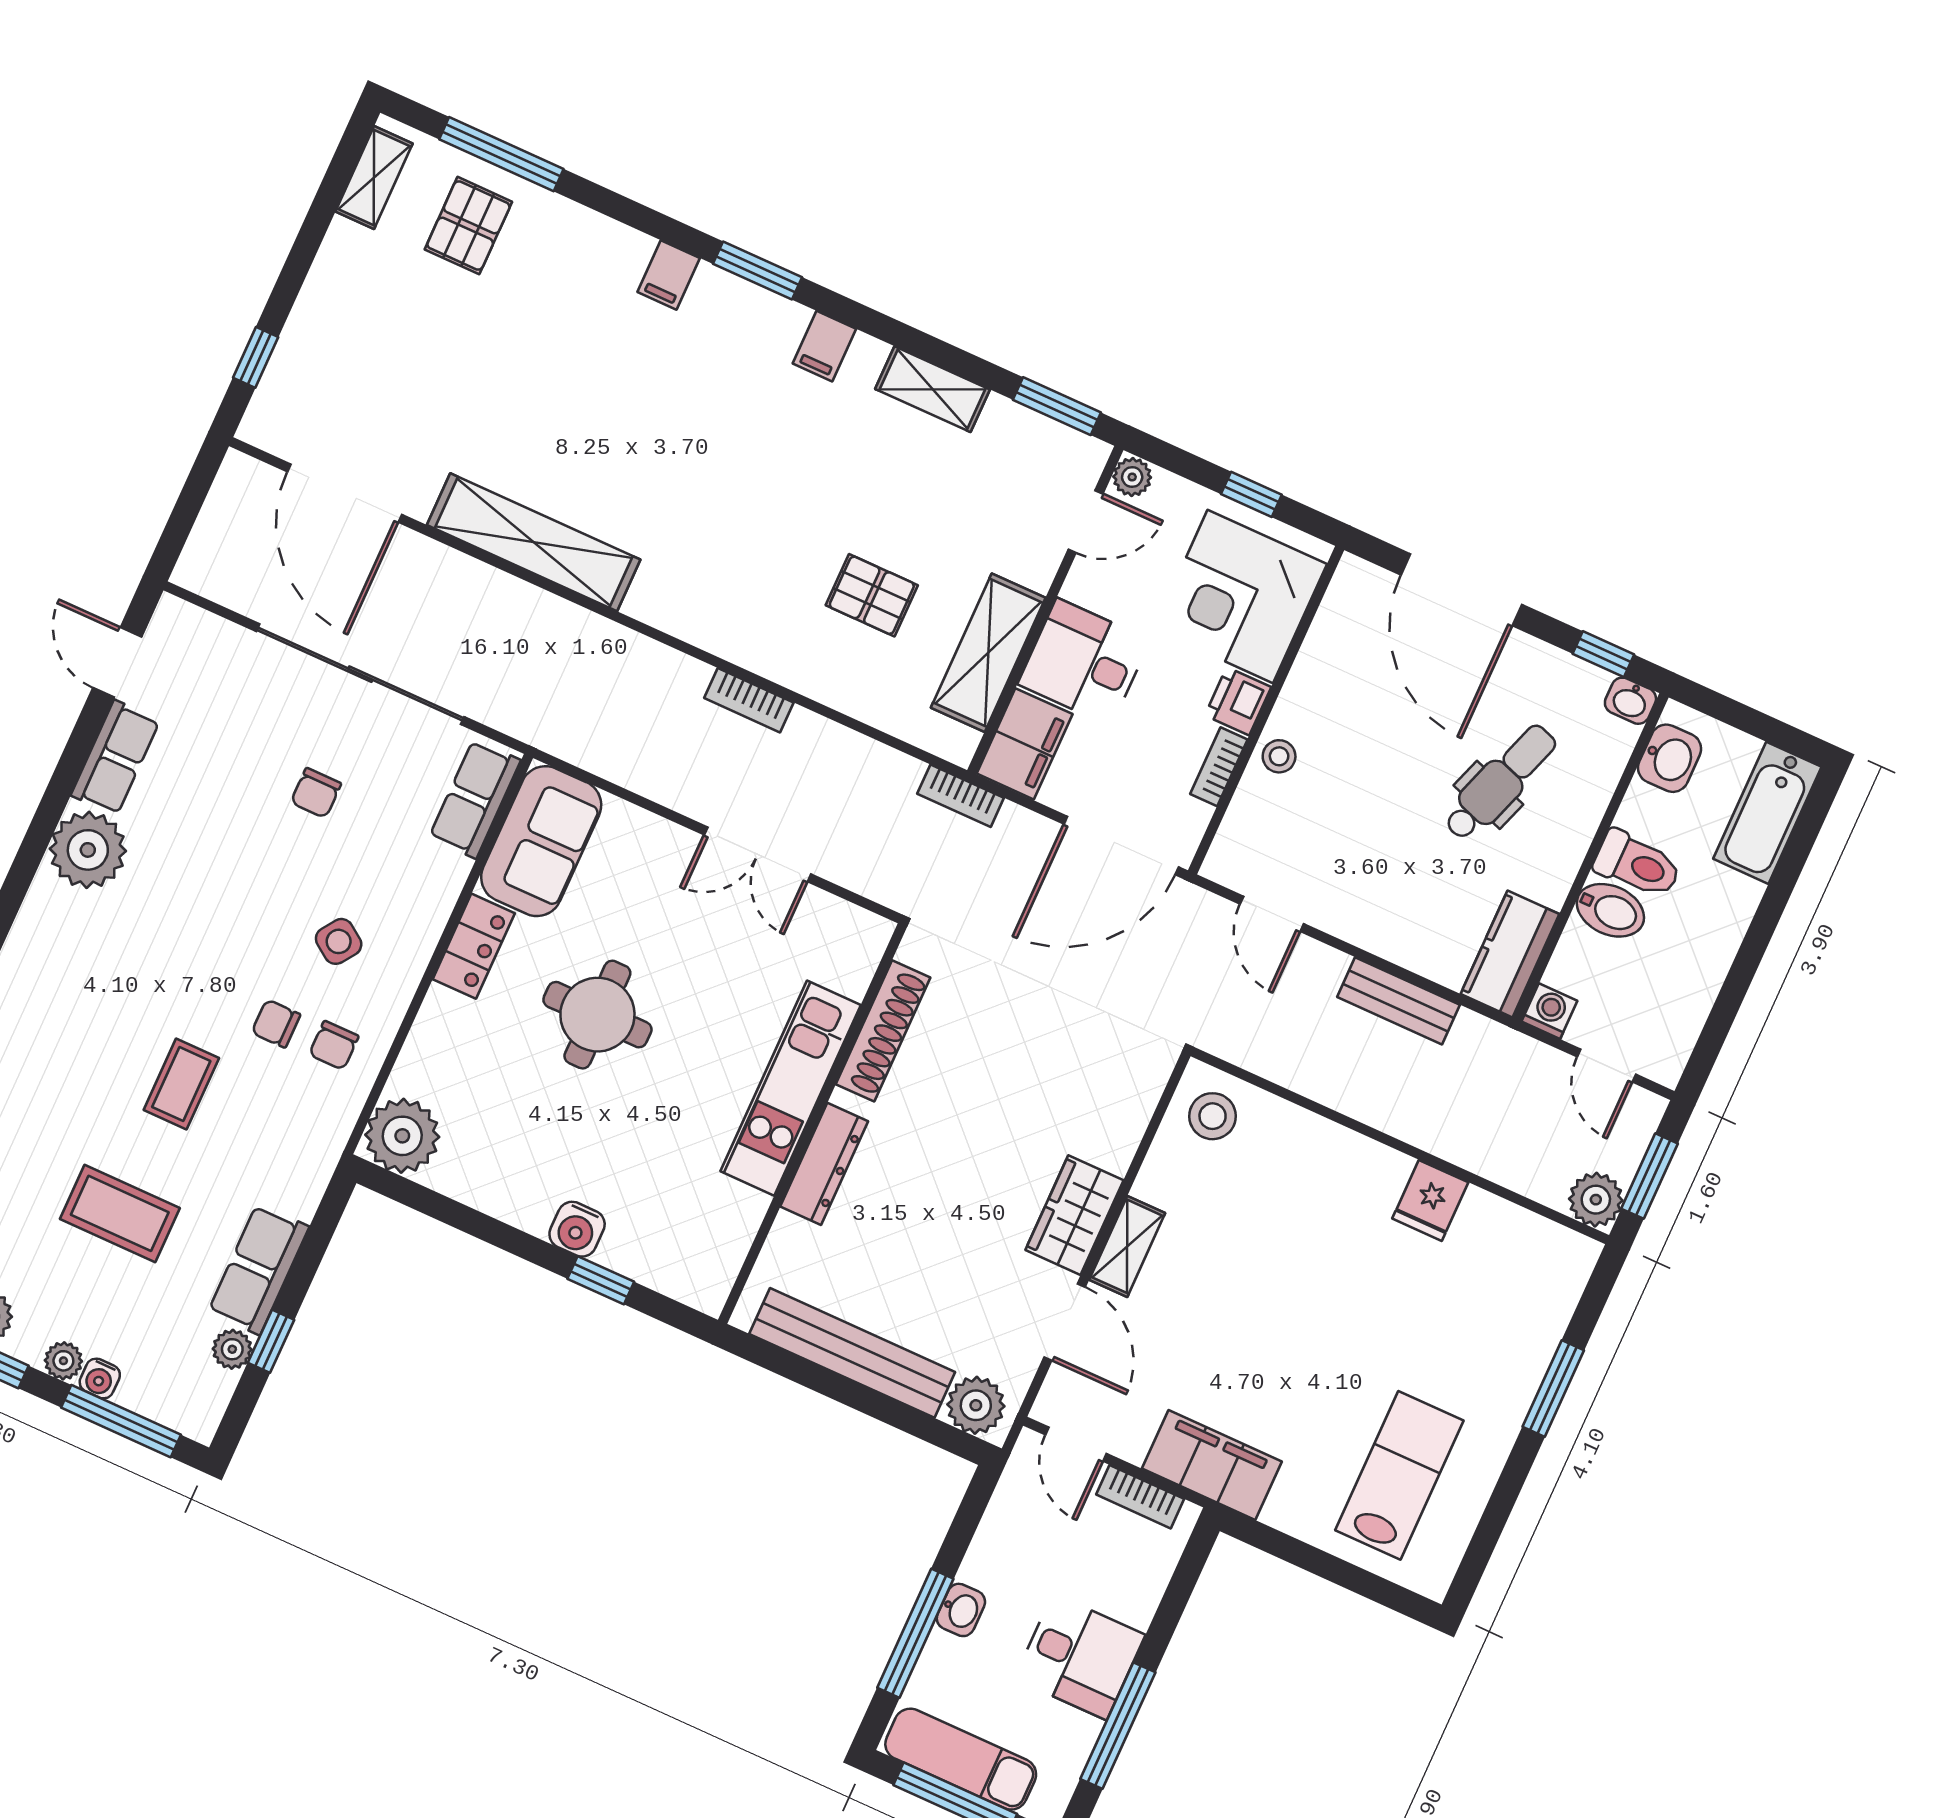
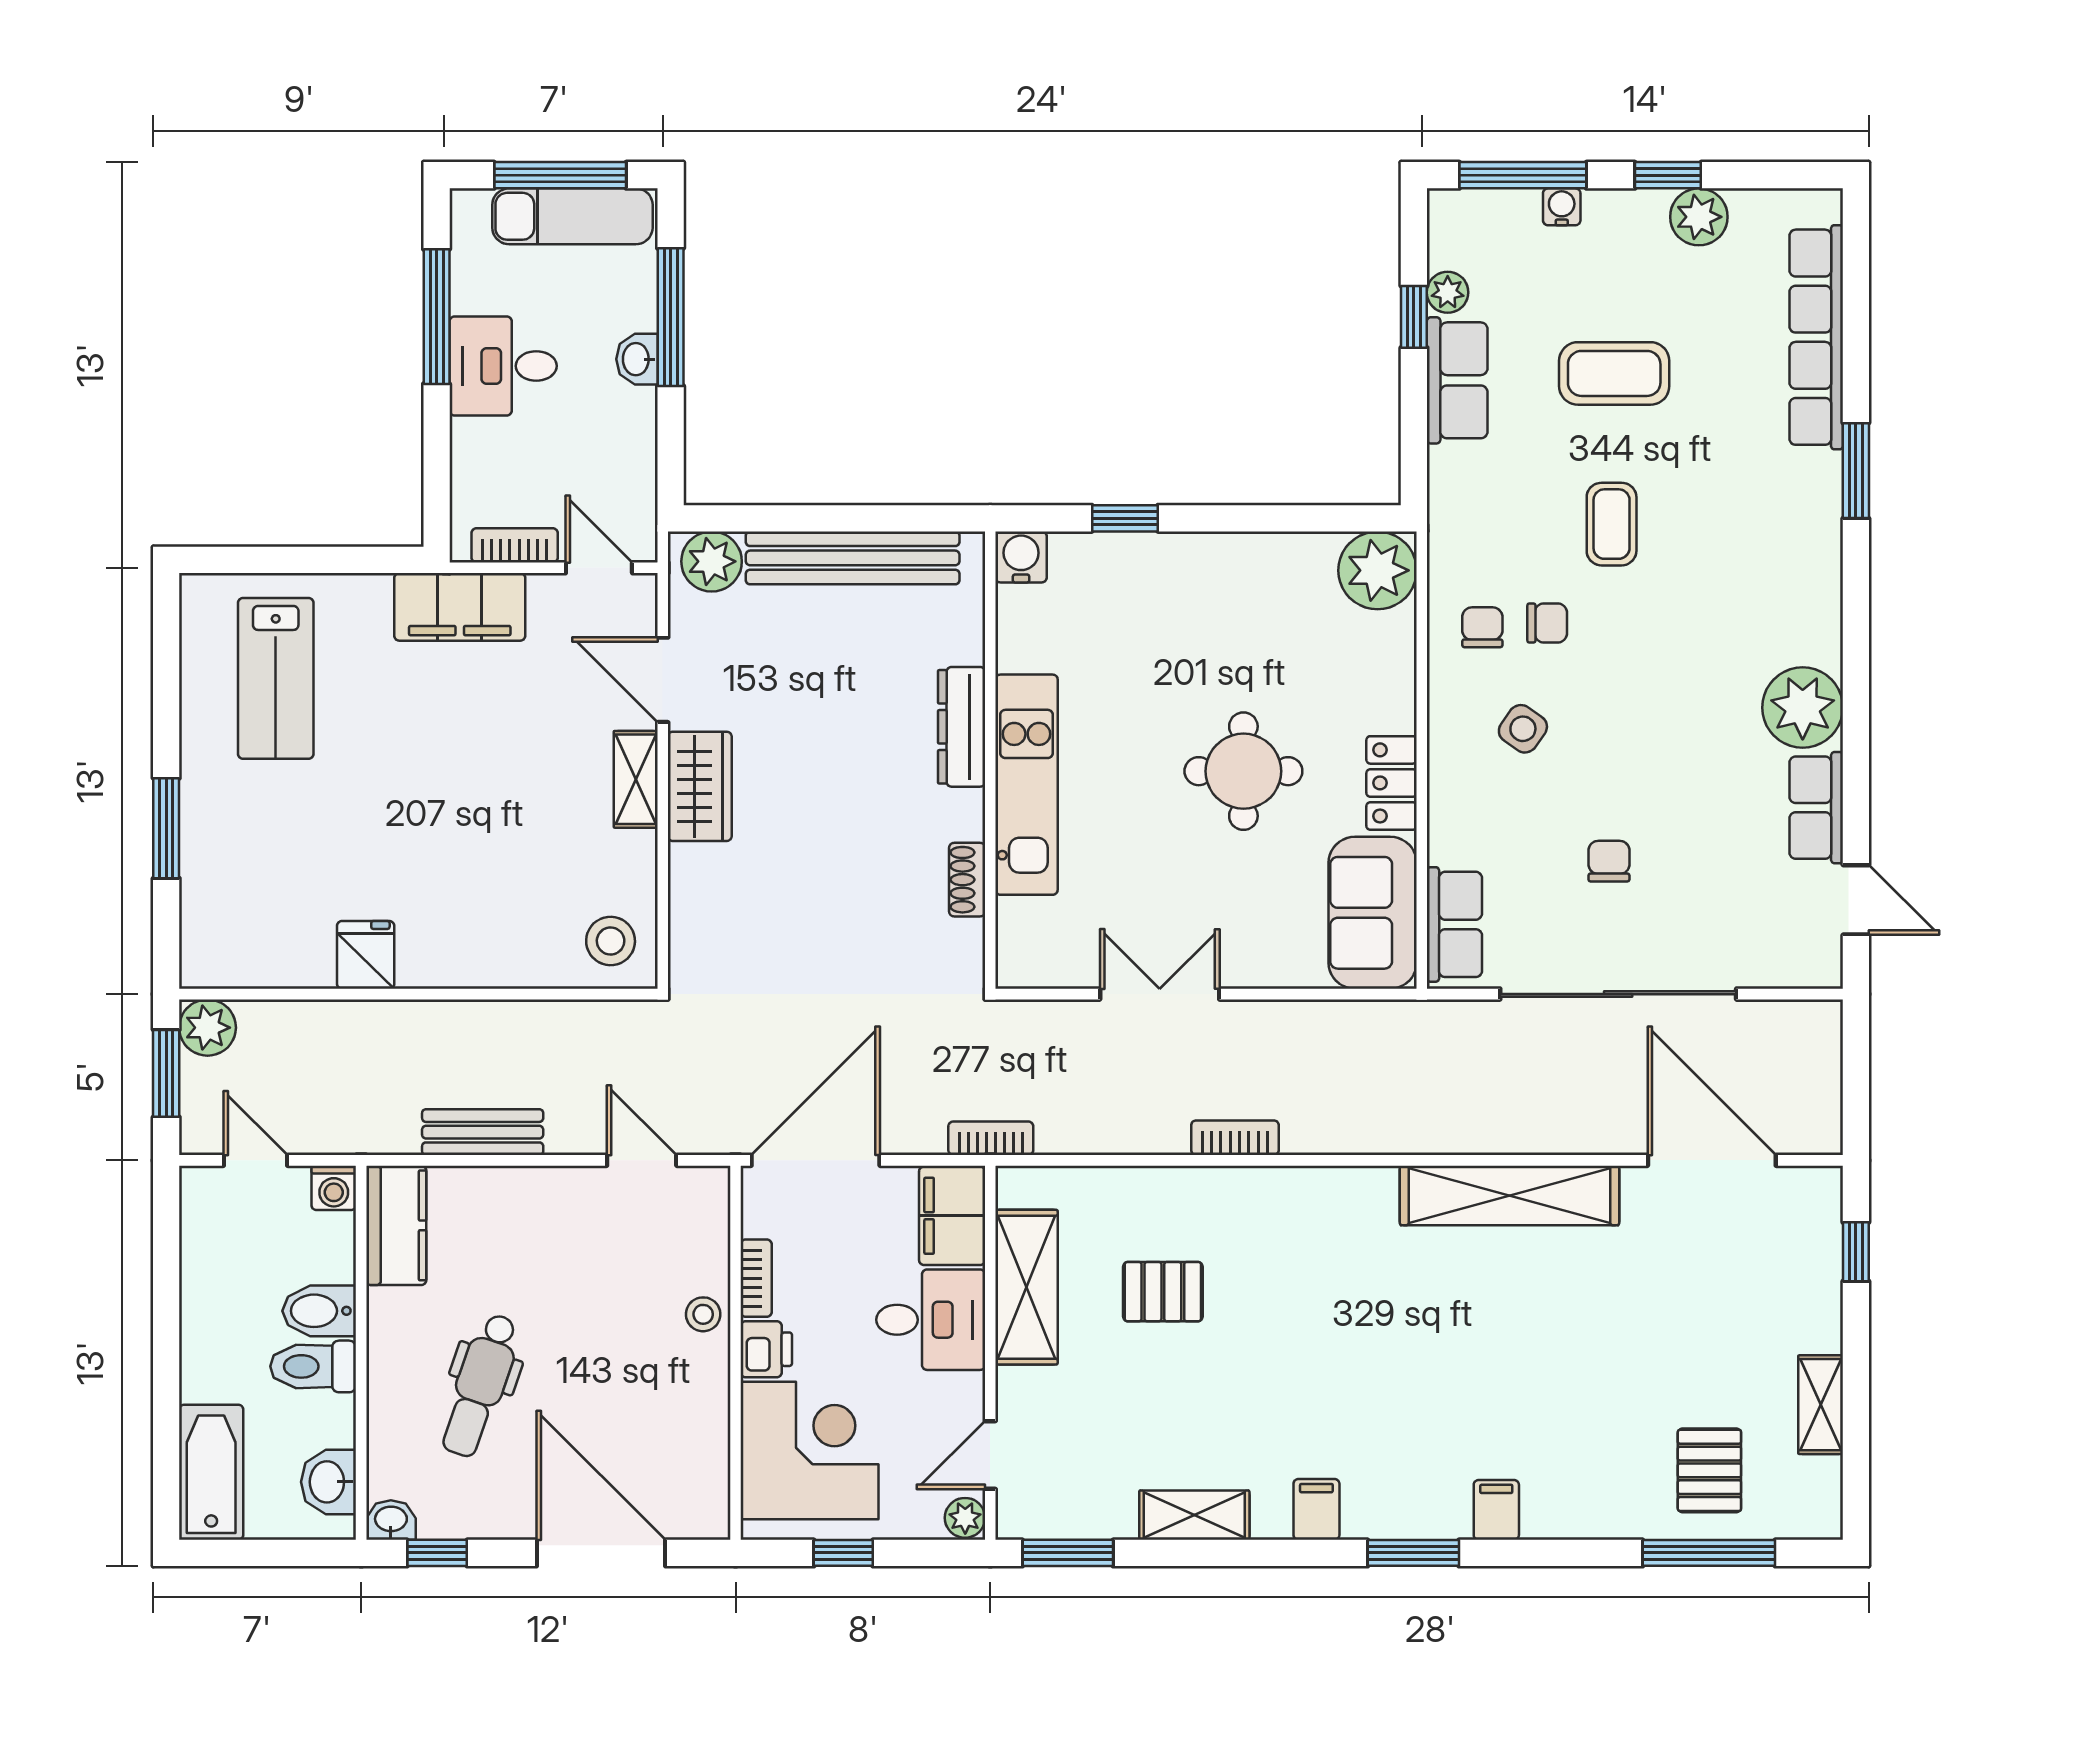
shelving: (374, 178) -> (1821, 1405), moved
shoe rack: (883, 1031) -> (967, 880), width x0.51, depth x0.81
water cooler: (577, 1229) -> (1021, 557), moved
plant: (63, 1361) -> (1604, 208), removed

